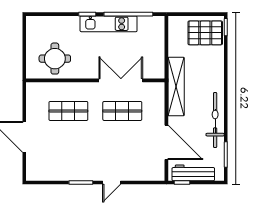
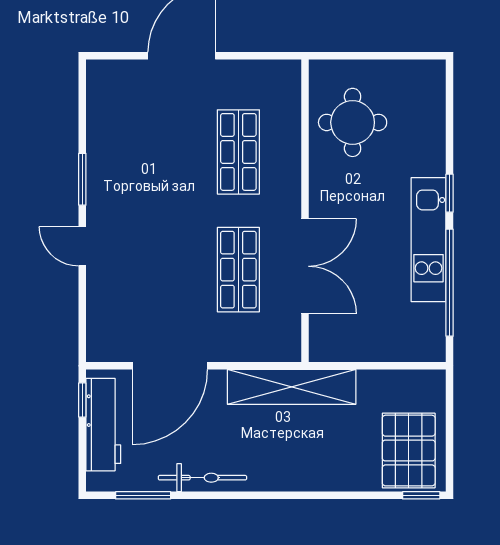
bicycle: (215, 120) -> (202, 478), width x0.73, depth x0.71

